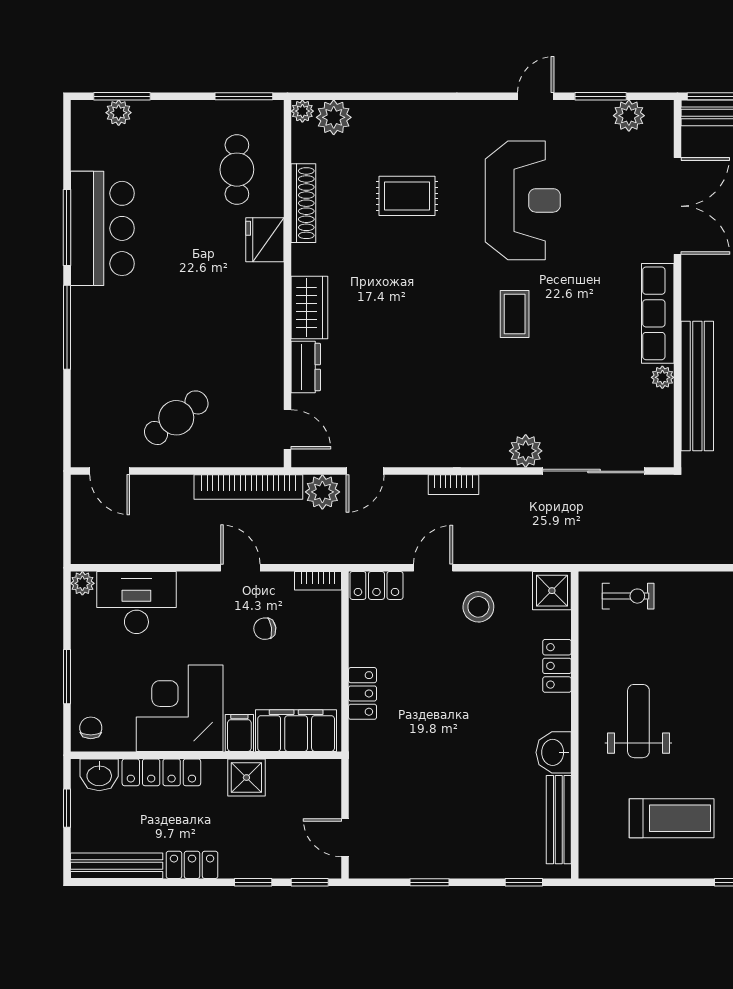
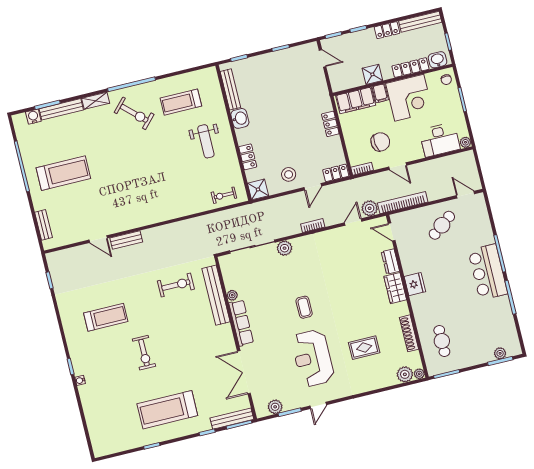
bar counter: (102, 228) -> (488, 272), moved
fridge: (265, 240) -> (415, 284), moved
chair: (265, 629) -> (380, 142), width x1.87, depth x1.87

